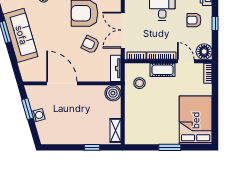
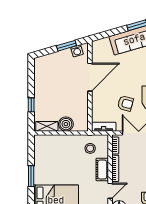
armchair: (90, 45) -> (125, 103), turned 79
boiler: (113, 93) -> (66, 124), moved
washing machine: (38, 115) -> (77, 51), moved

